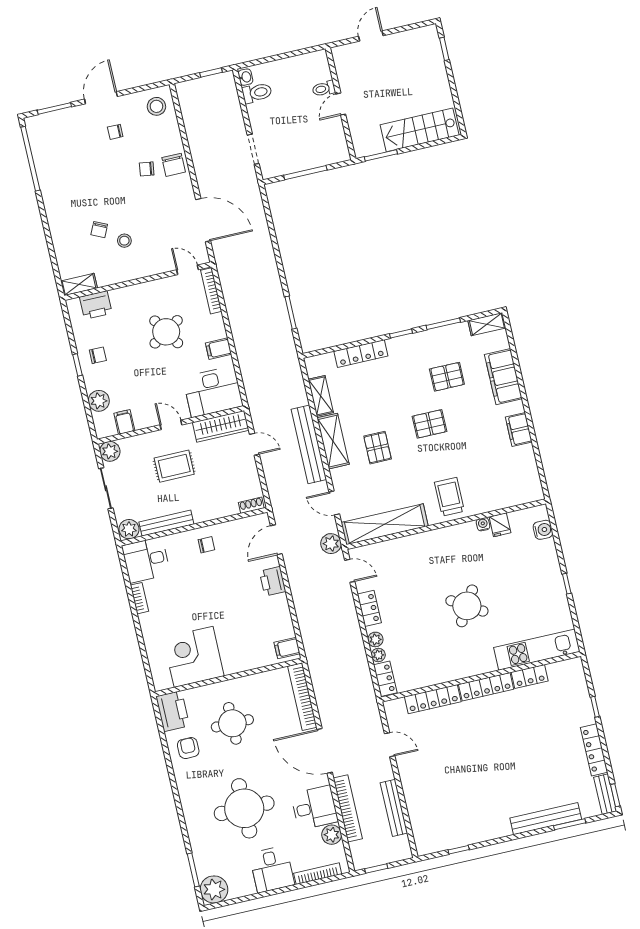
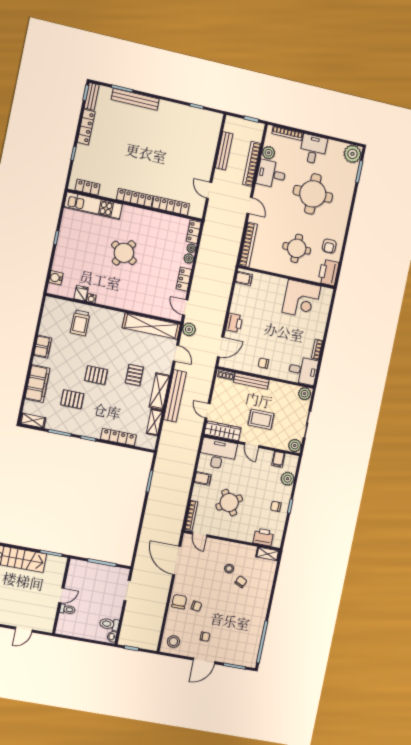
trolley: (449, 497) -> (80, 323), moved
bench: (166, 523) -> (251, 381), moved
locker: (530, 677) -> (87, 187), moved
door: (325, 751) -> (250, 205), width x0.53

